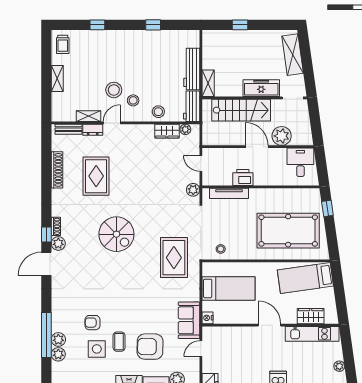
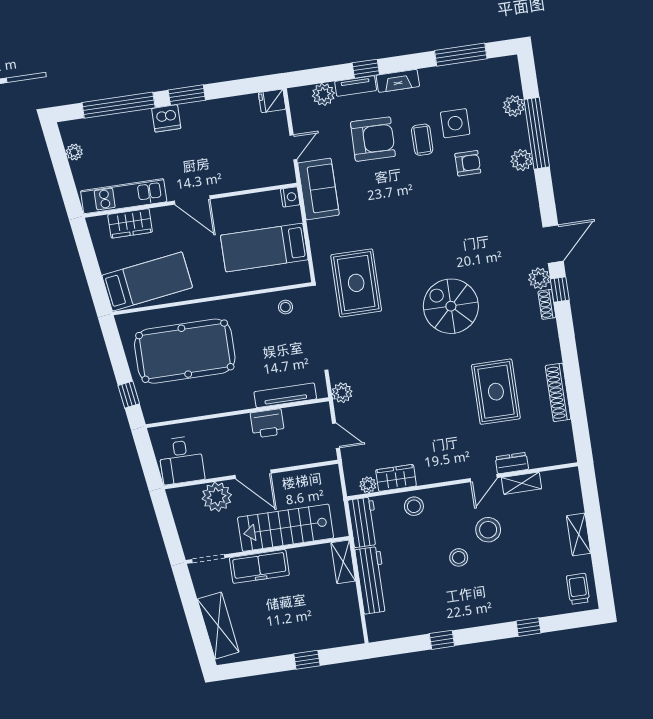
stool: (133, 100) -> (459, 557), moved
bench: (68, 129) -> (550, 458), removed
plant: (58, 339) -> (522, 160), moved

